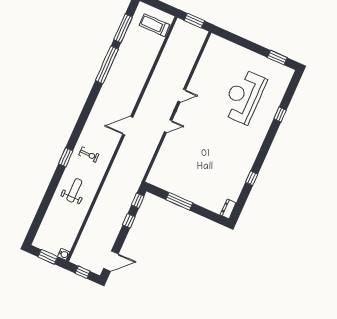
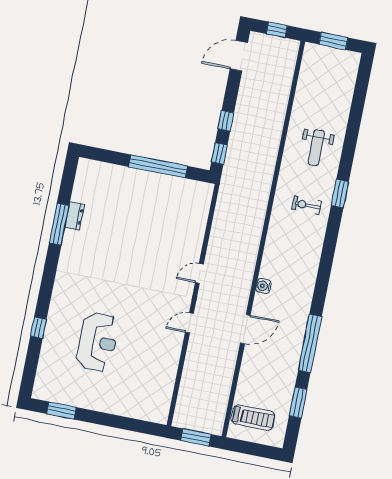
window: (123, 28) -> (298, 403), width x0.69
reception desk: (244, 97) -> (98, 342), width x0.74, depth x0.77
door: (128, 126) -> (245, 329), moved
window: (252, 178) -> (59, 224), width x2.17
window: (179, 201) -> (158, 166), width x1.46
dresser: (228, 209) -> (75, 216), moved
water cooler: (64, 254) -> (264, 286), moved

